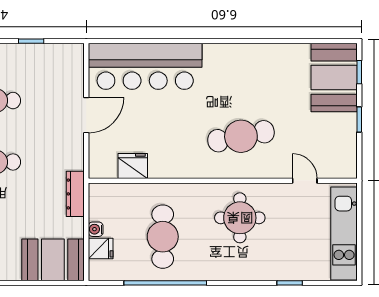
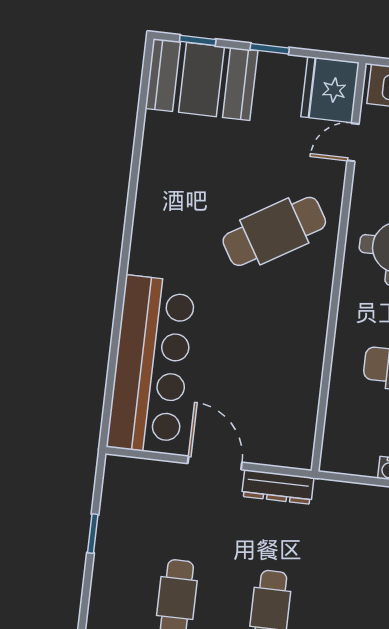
cafe table: (241, 136) -> (274, 231), turned 70
fridge: (133, 166) -> (330, 90), moved, width x1.36, depth x1.34
dresser: (75, 194) -> (278, 487), moved

